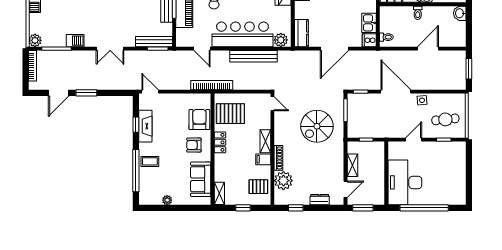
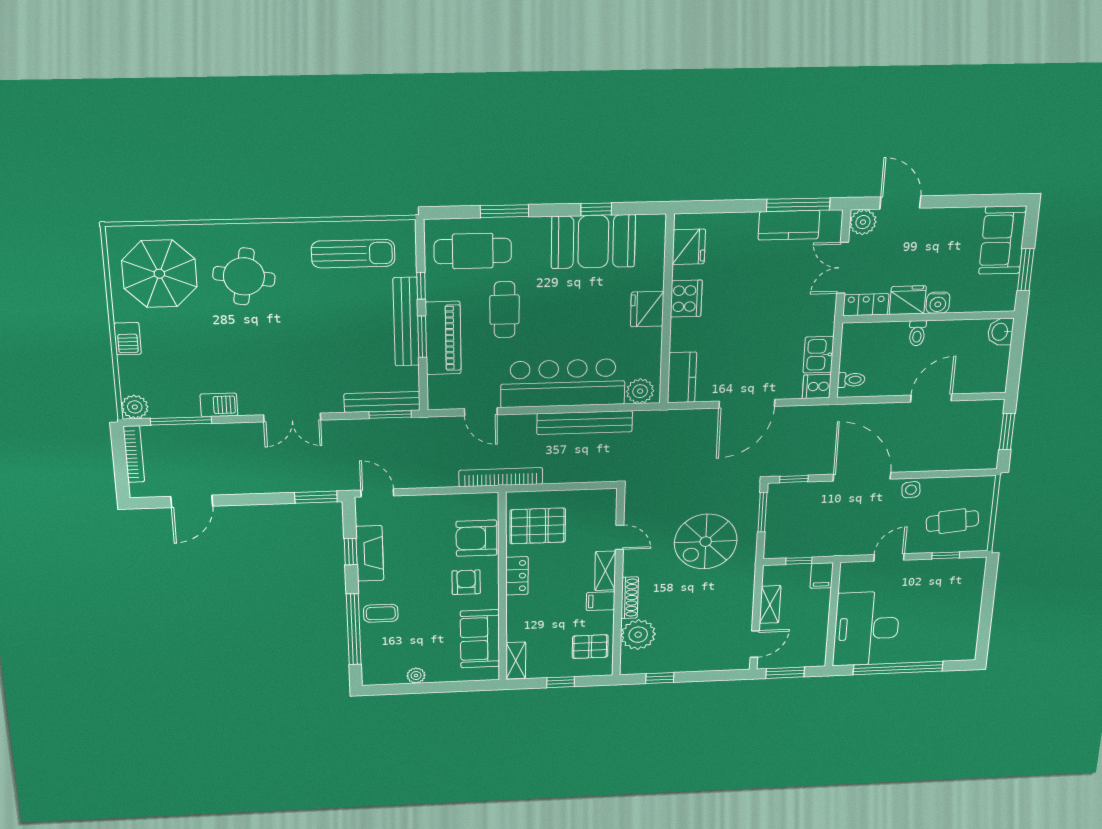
window: (86, 93) -> (316, 497), moved
door: (272, 104) -> (620, 537), moved
armchair: (199, 120) -> (476, 538), turned -90
armchair: (194, 145) -> (466, 582), turned 90
filing cabinet: (379, 149) -> (822, 576), added
dresser: (320, 200) -> (705, 663), removed

